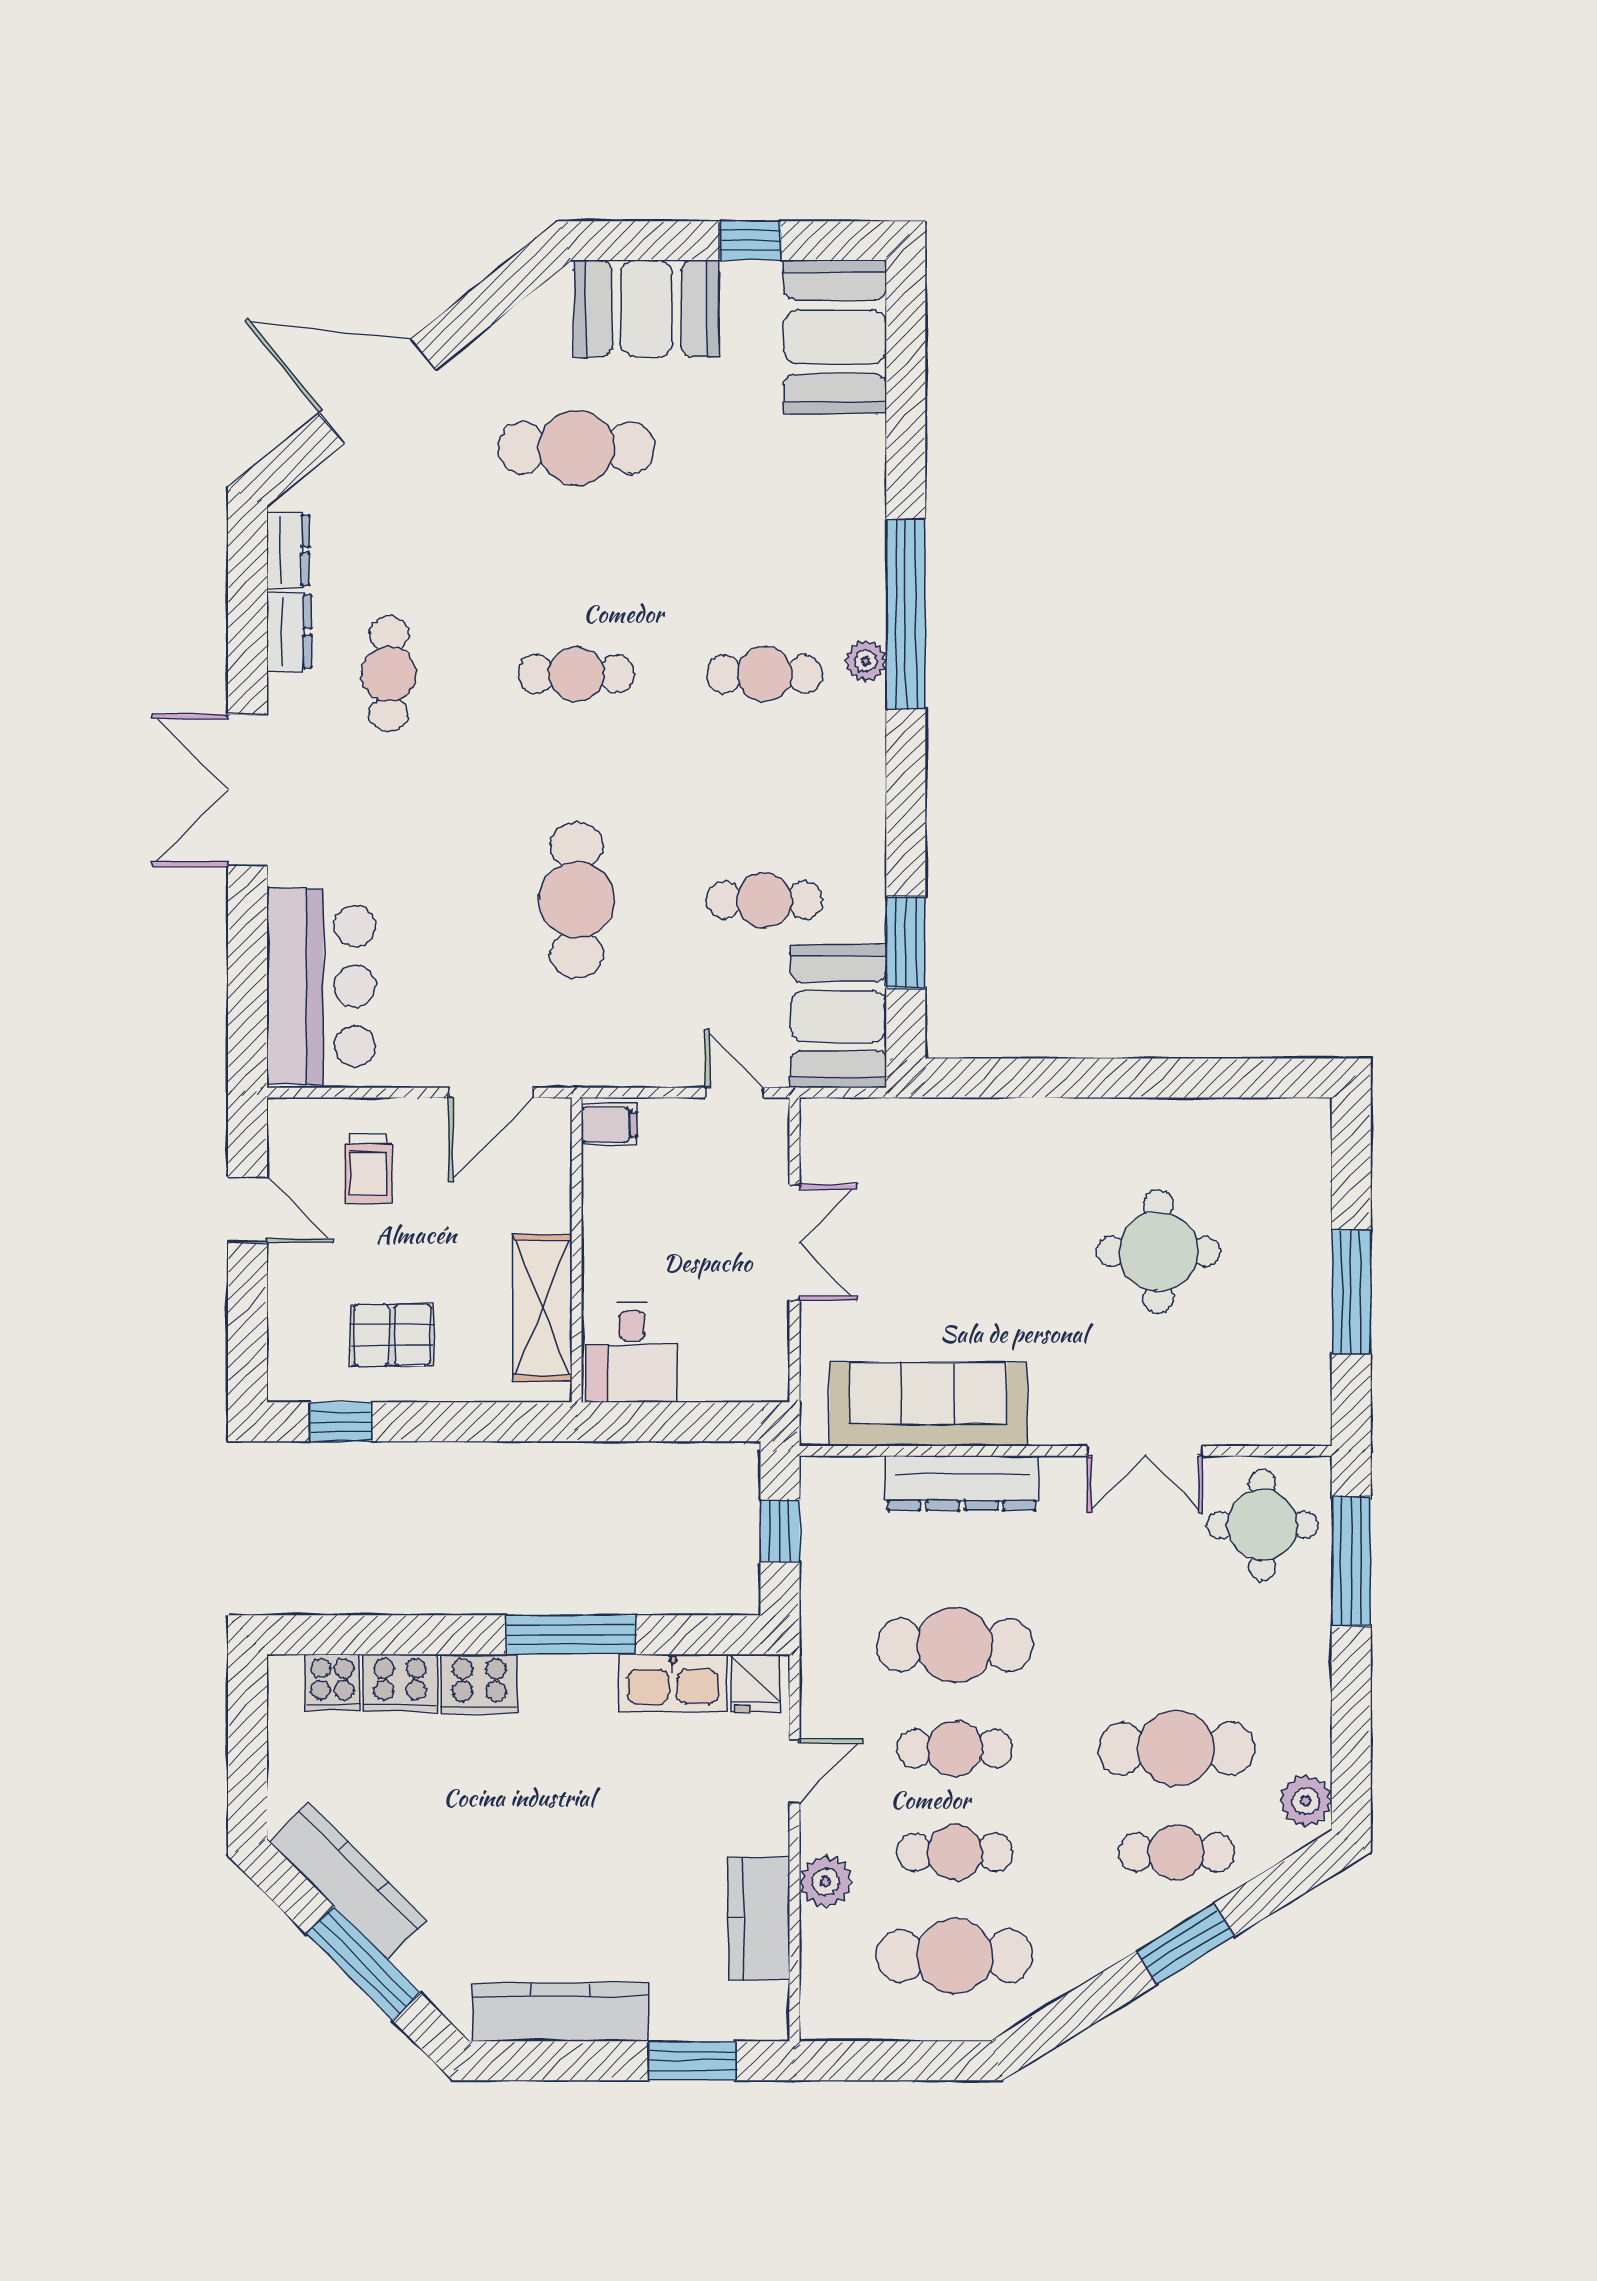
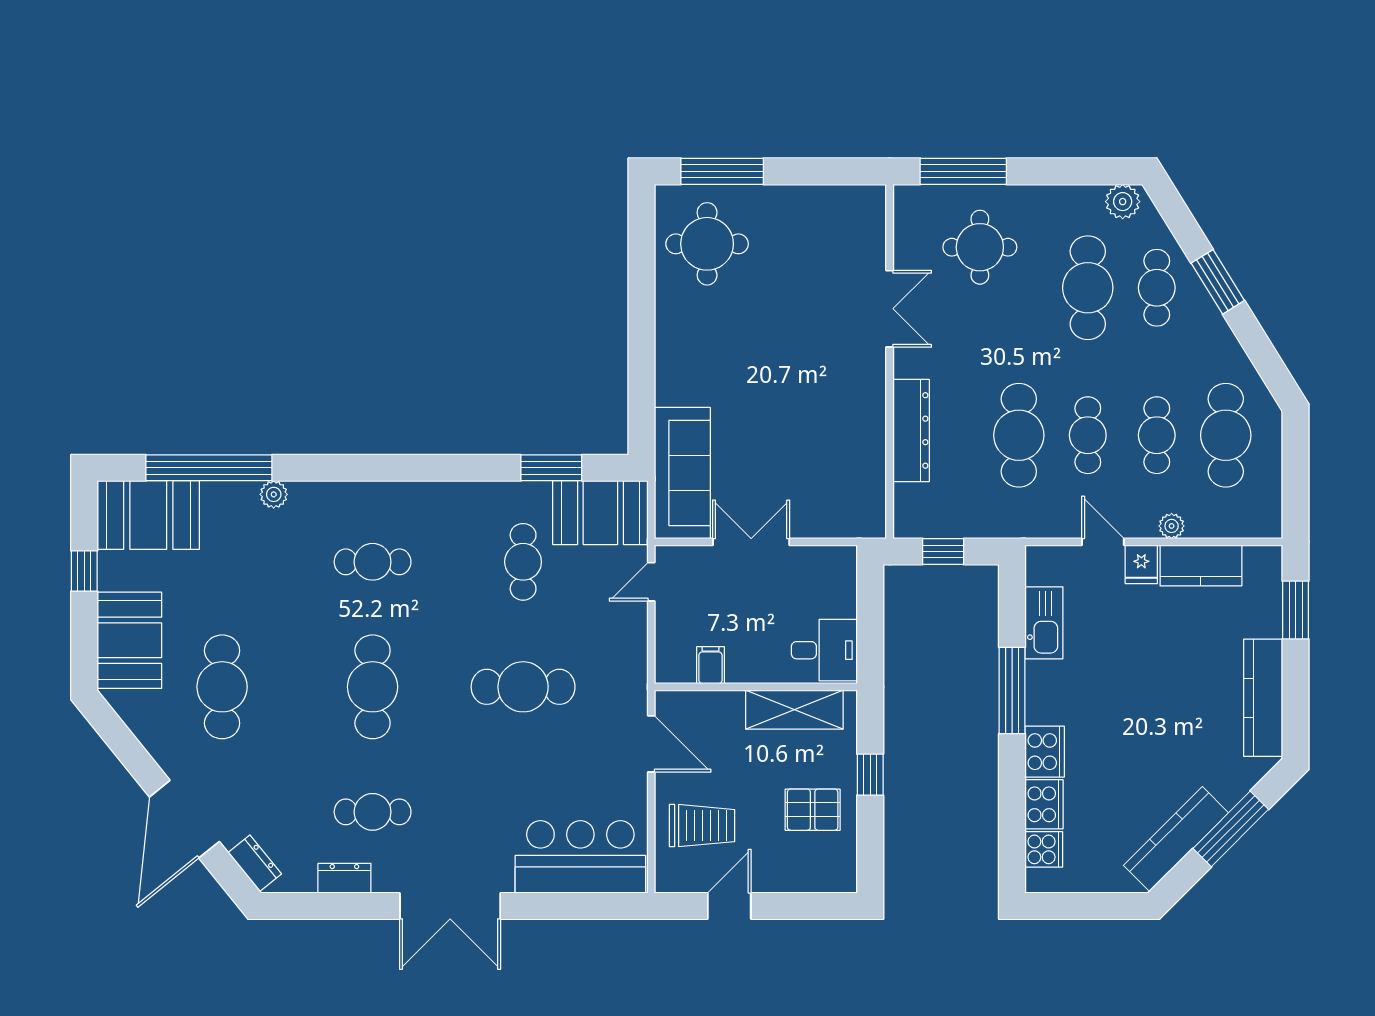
dresser: (288, 550) -> (255, 863), moved, turned 51
window: (906, 614) -> (209, 468), moved
plant: (866, 661) -> (274, 494), moved
cafe table: (577, 674) -> (373, 687), width x1.37, depth x1.35
cafe table: (764, 674) -> (373, 562), turned 90
filing cabinet: (609, 1124) -> (710, 665), moved
trolley: (368, 1169) -> (702, 826), width x1.36, depth x1.39
round table: (1158, 1251) -> (707, 244), moved
window: (1351, 1292) -> (722, 171), moved
pallet: (392, 1335) -> (813, 810), turned 90
sofa: (928, 1404) -> (682, 473), moved, turned 180
window: (341, 1422) -> (870, 775), moved
round table: (1262, 1525) -> (980, 247), moved
fridge: (755, 1683) -> (1141, 564), moved, turned 90
plant: (825, 1882) -> (1172, 526), width x0.73, depth x0.73

